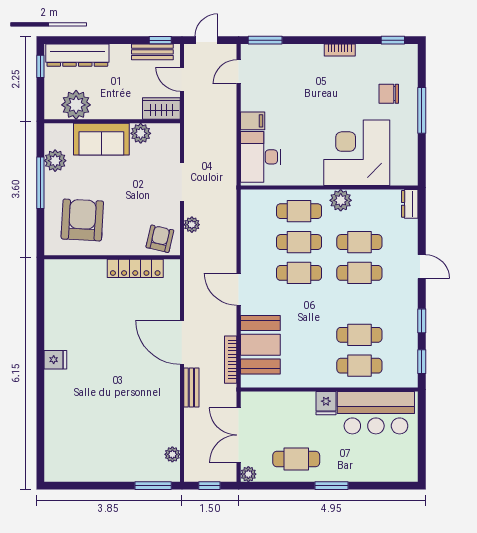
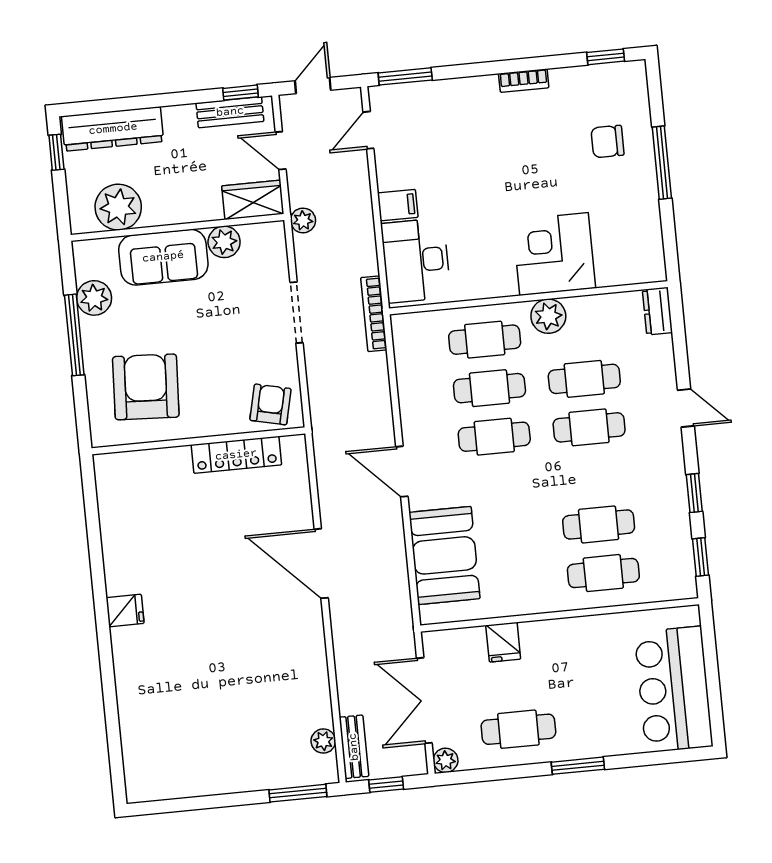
corner desk: (357, 153) -> (554, 254), width x0.74, depth x0.74
plant: (192, 225) -> (303, 220), moved
bookcase: (231, 360) -> (374, 314), moved
bench: (191, 387) -> (354, 747), moved
fridge: (326, 403) -> (503, 642), moved
bar counter: (376, 413) -> (674, 689), moved, turned 90

